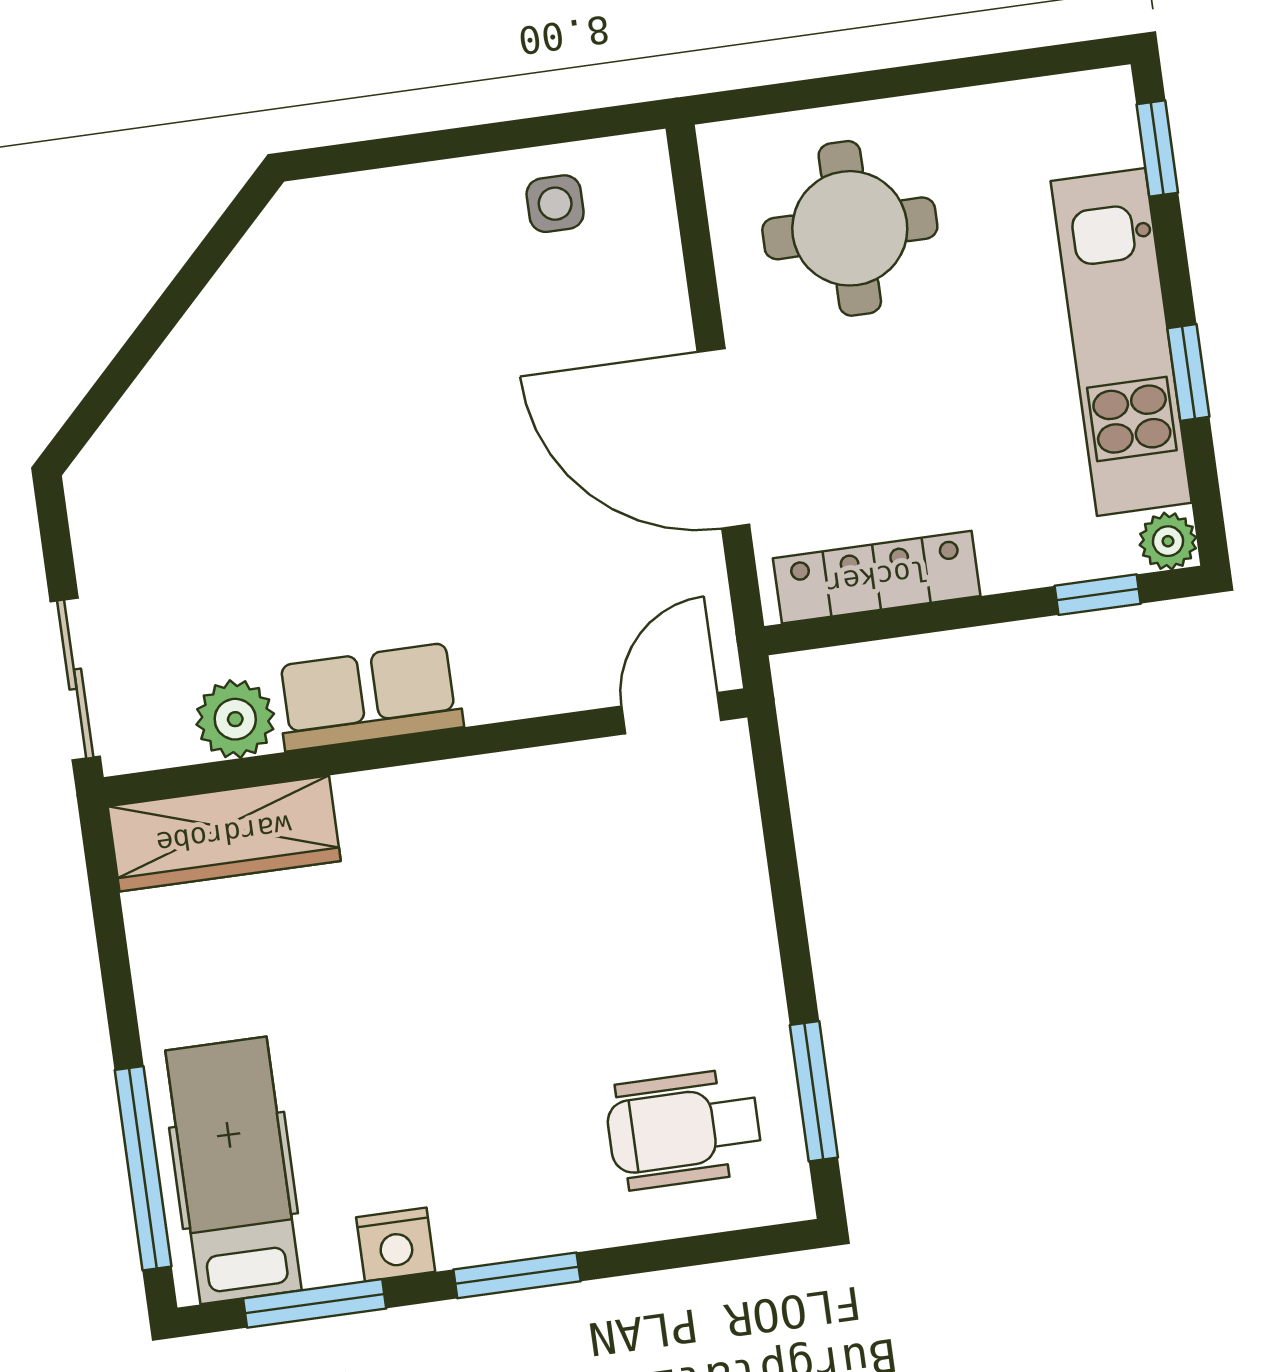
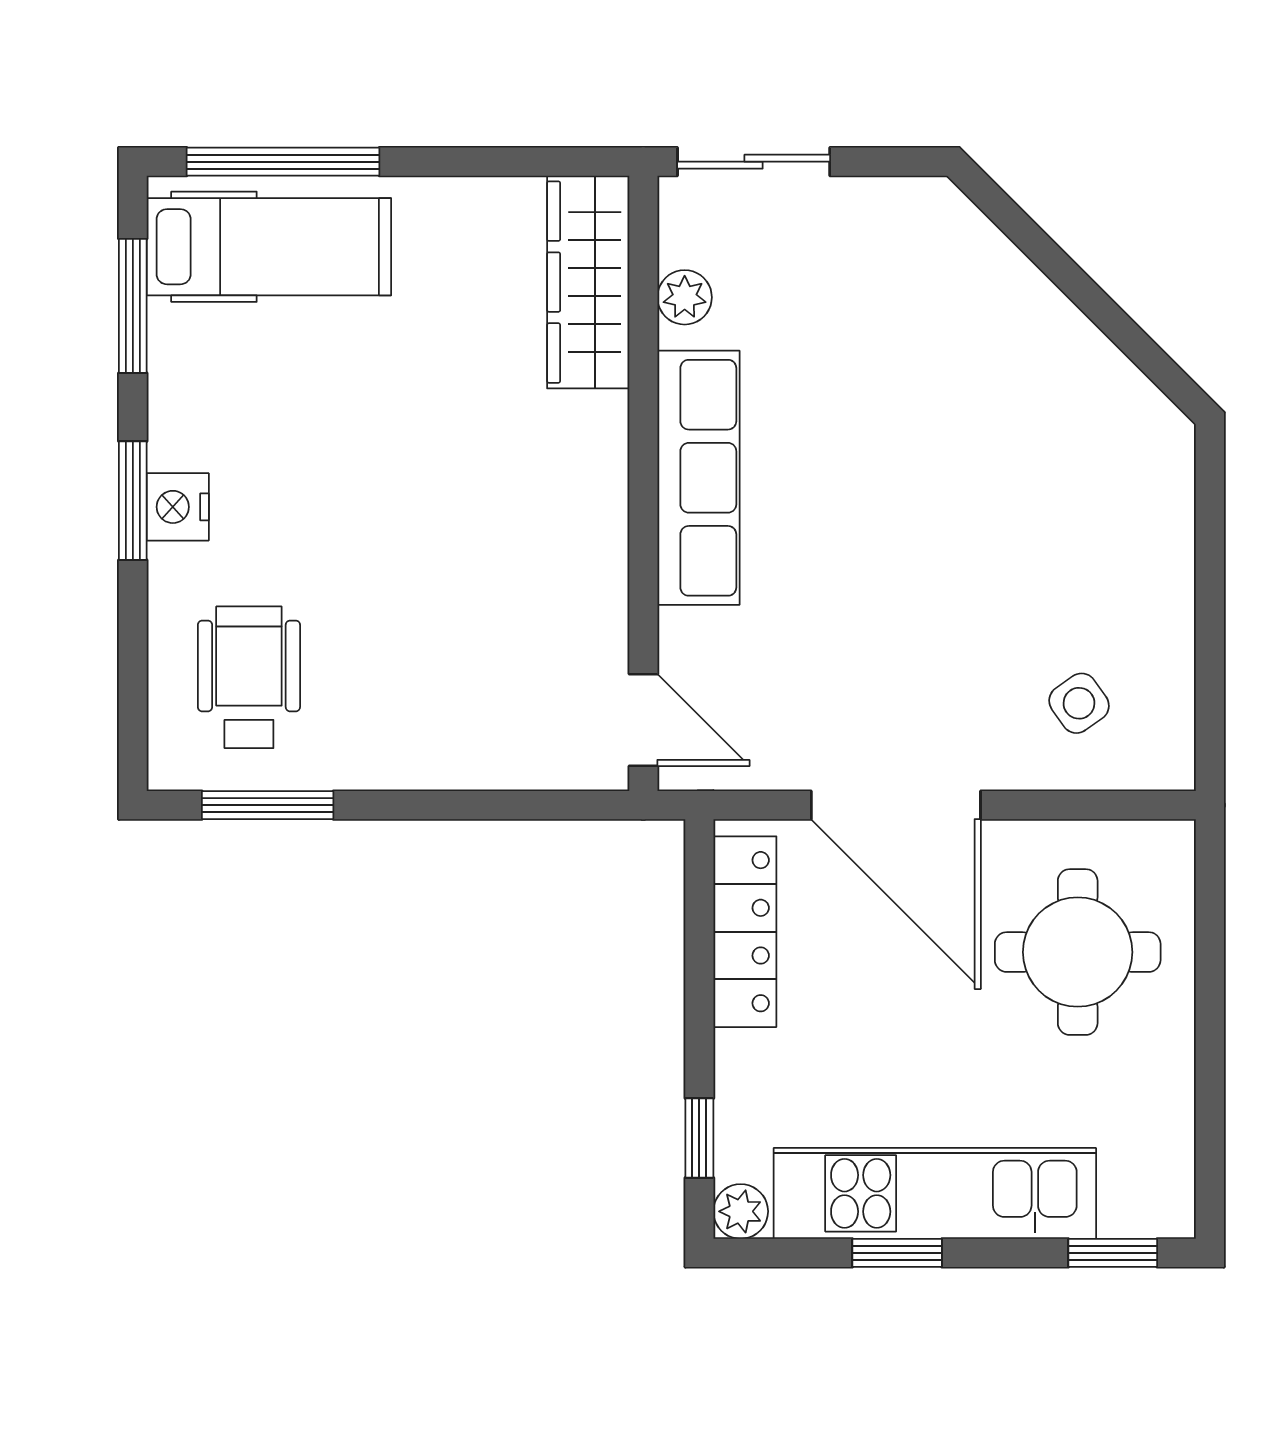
side table: (555, 204) -> (1079, 703), moved, turned -35
door: (723, 438) -> (896, 805), swing flipped
row of seats: (369, 697) -> (698, 478), width x1.48
plant: (235, 719) -> (685, 297), width x0.73, depth x0.73
nightstand: (396, 1245) -> (178, 507), moved

